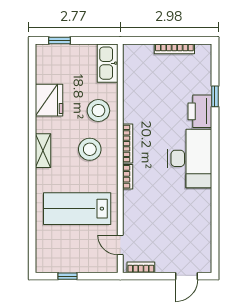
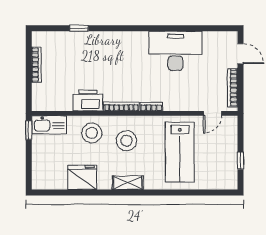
window: (59, 40) -> (29, 130), moved
printer: (200, 111) -> (88, 101), moved, turned 180
desk: (190, 158) -> (175, 51), moved
bookcase: (141, 267) -> (233, 88), width x1.56

